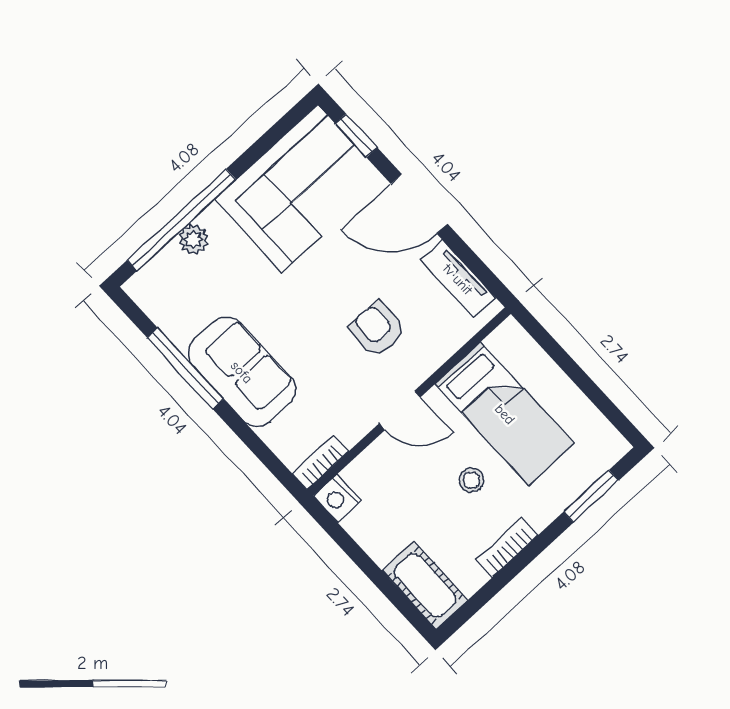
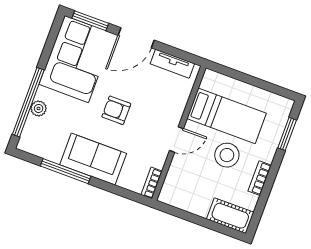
window: (356, 136) -> (90, 21), width x1.50
armchair: (377, 329) -> (116, 110), moved
stool: (471, 480) -> (227, 155), width x1.89, depth x1.89
nightstand: (337, 498) -> (168, 196), removed

